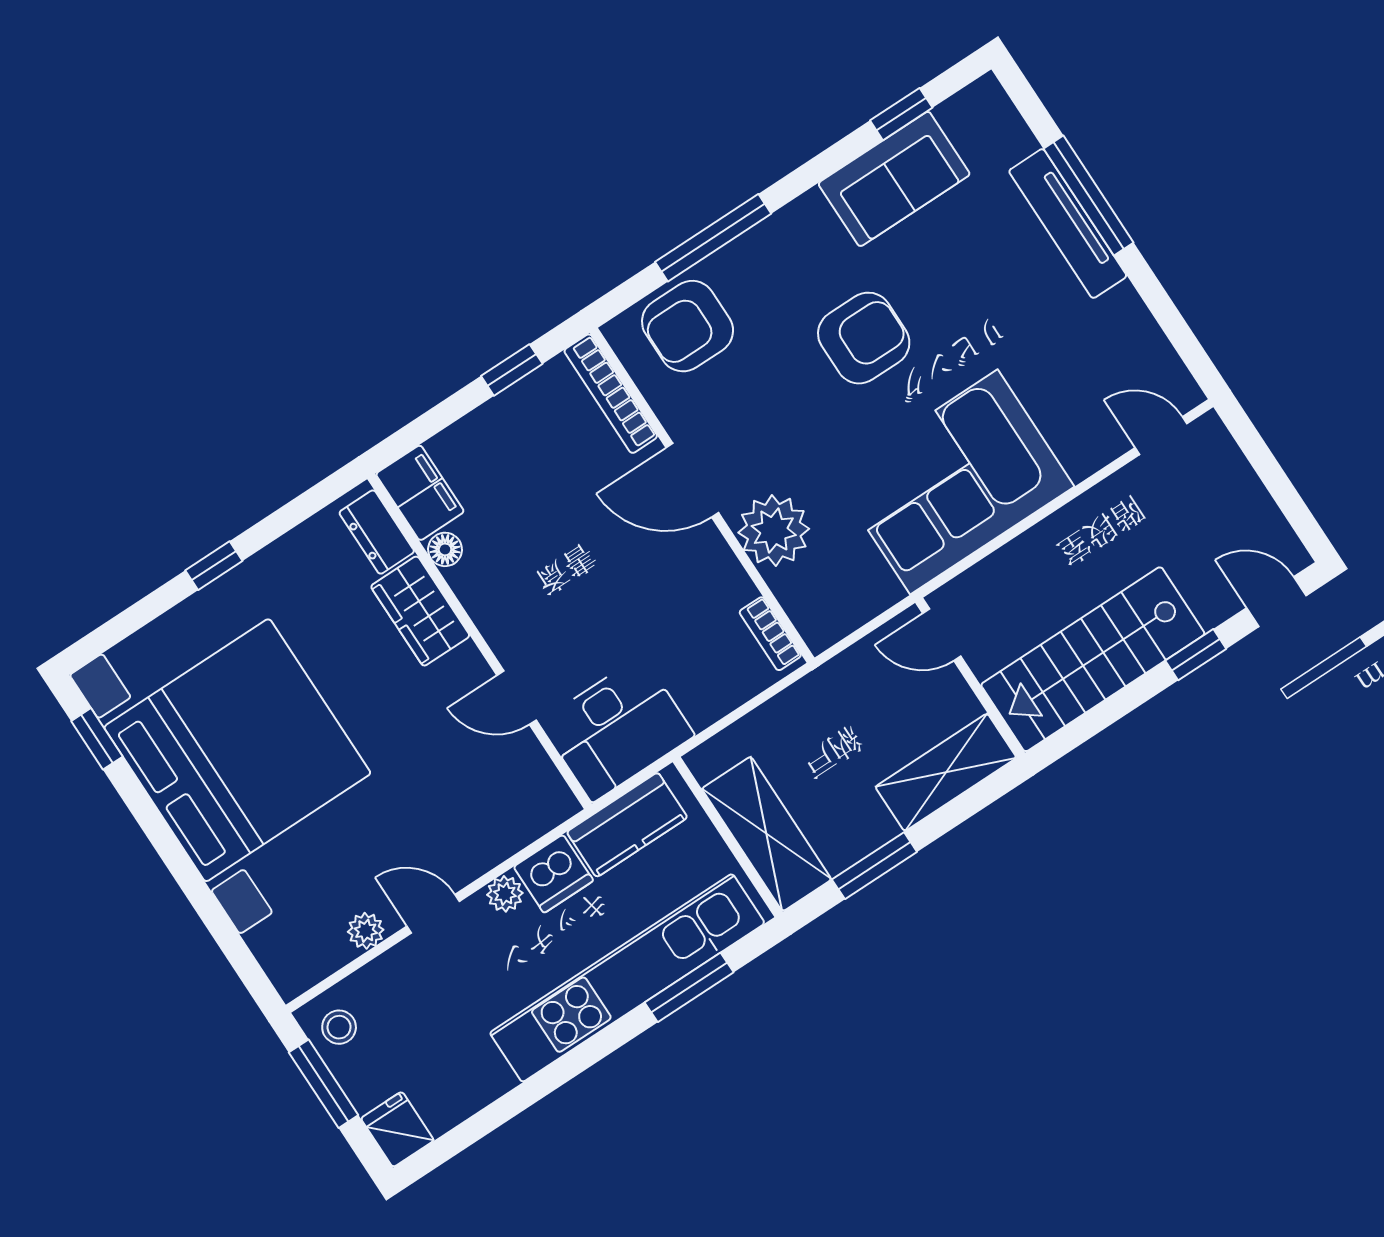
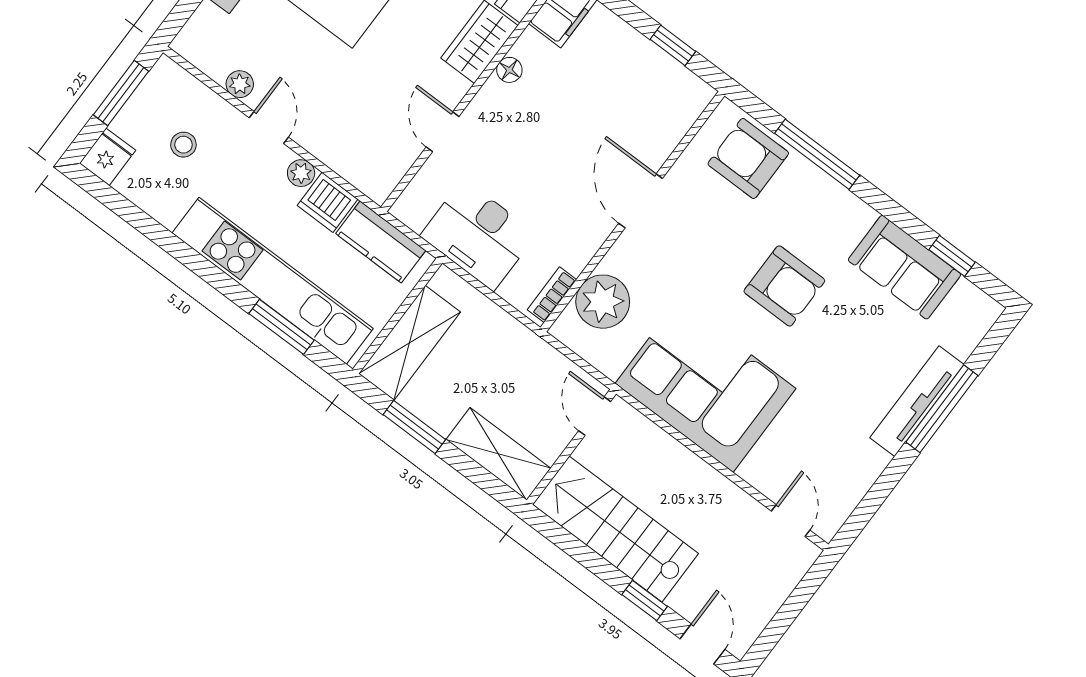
bookcase: (611, 394) -> (681, 121), removed
plant: (774, 531) -> (603, 302), moved
floor lamp: (445, 549) -> (509, 70), moved
desk: (617, 729) -> (478, 235), moved
stool: (339, 1027) -> (183, 145), moved

